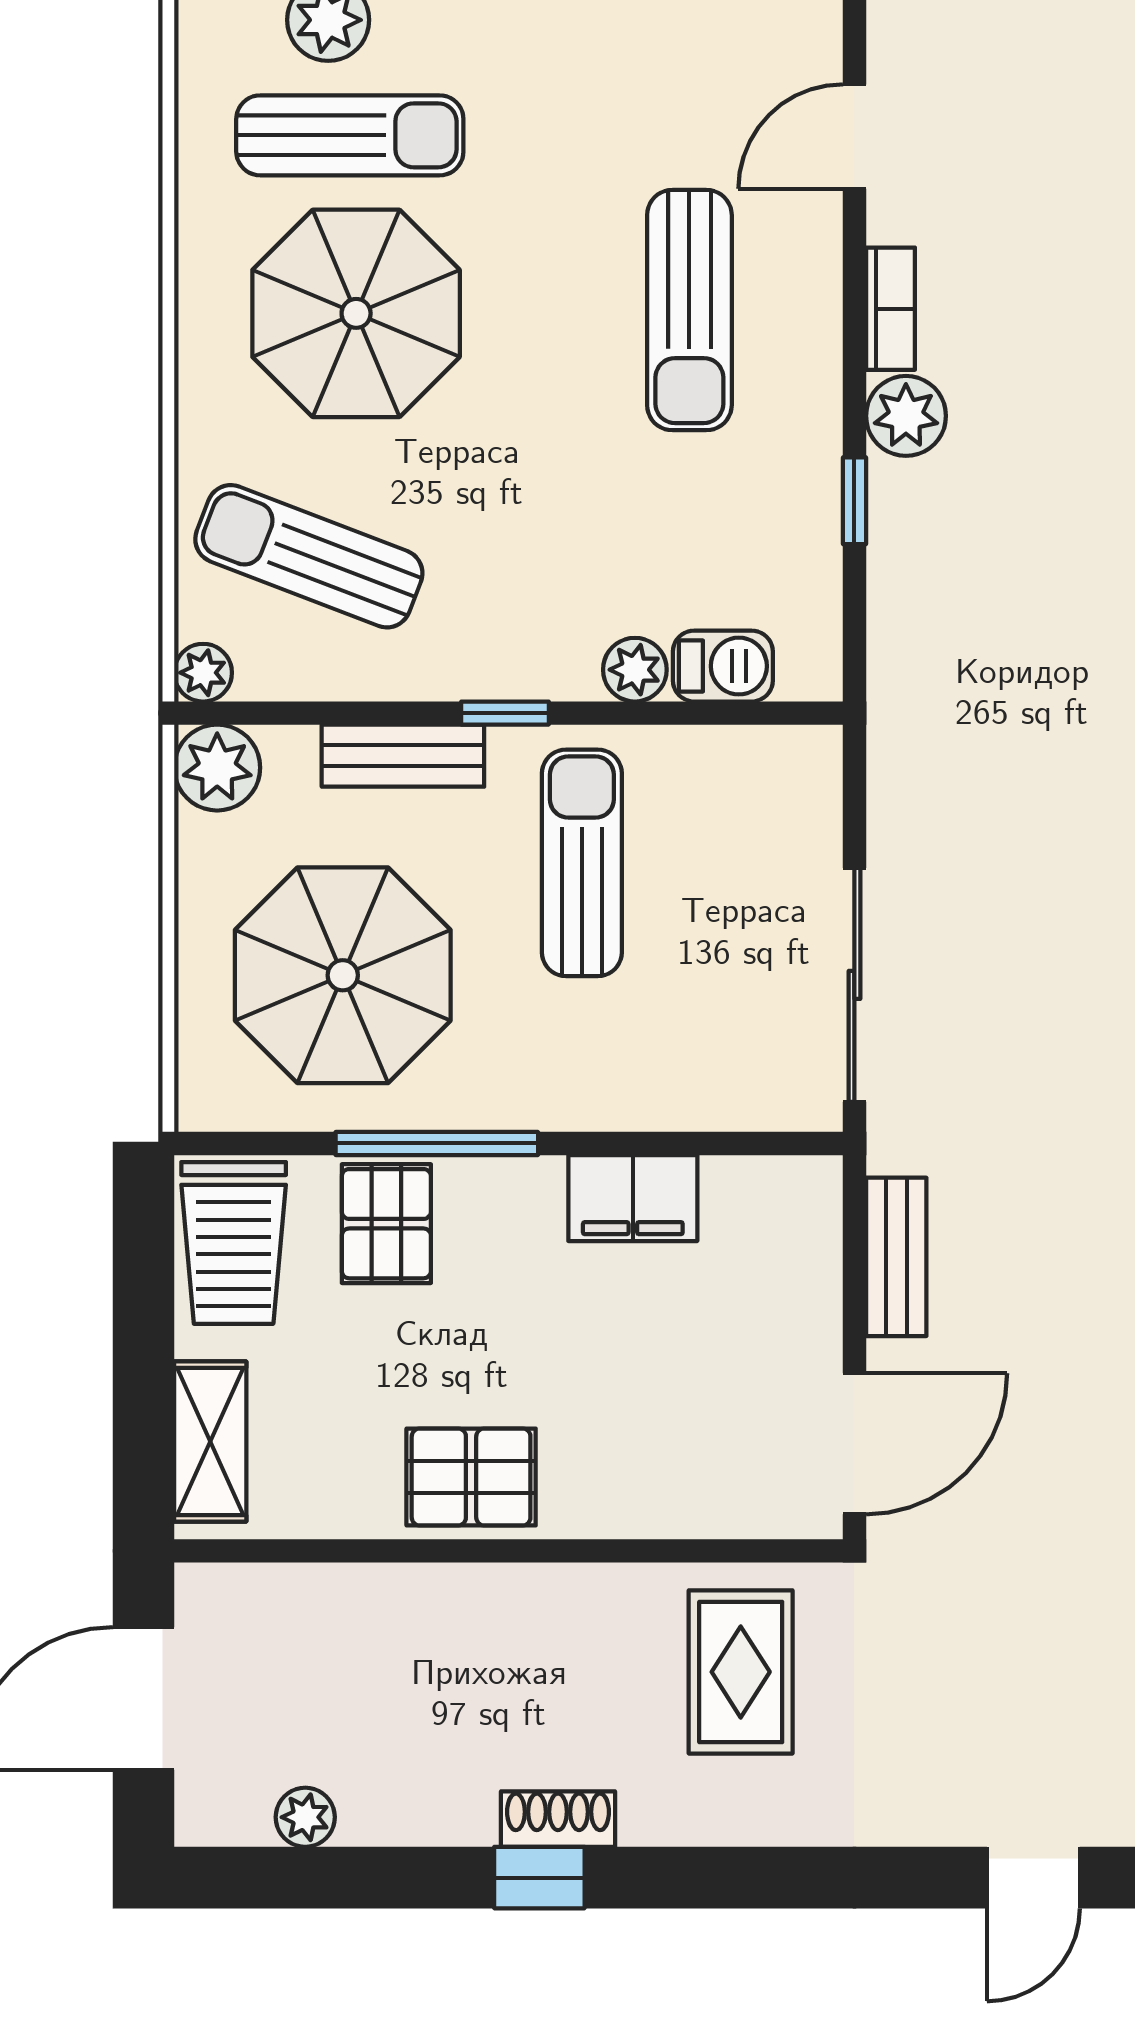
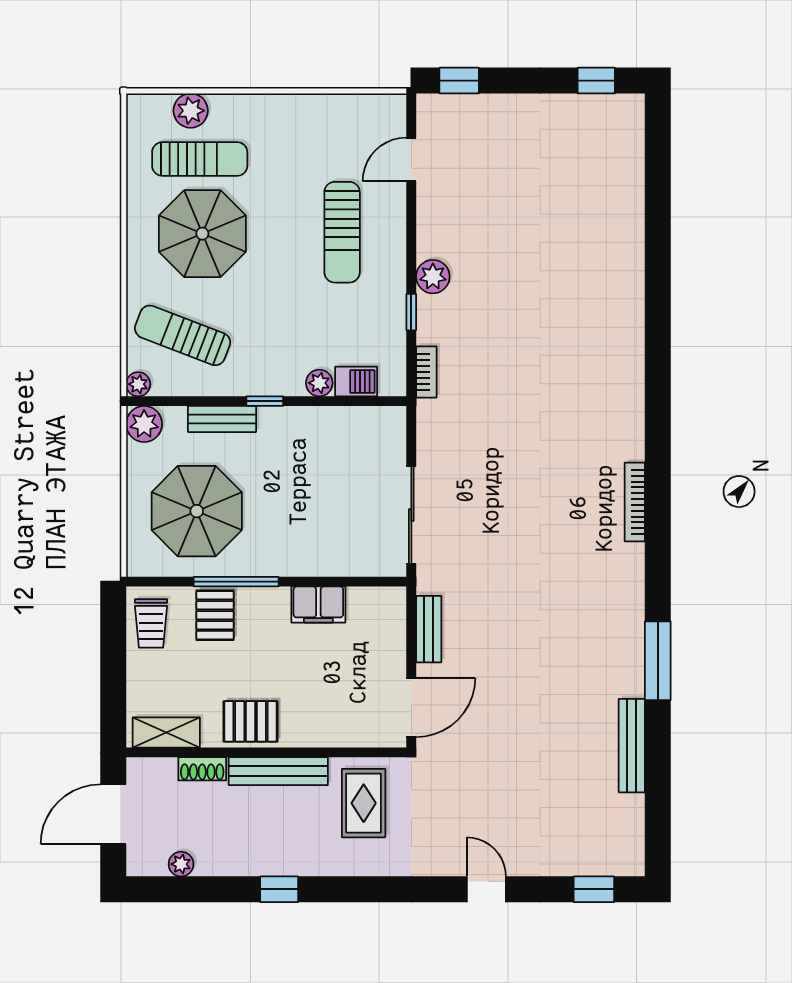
bookcase: (890, 309) -> (426, 372), moved
sun lounger: (582, 863) -> (297, 464), removed
trolley: (234, 1243) -> (151, 623), width x0.73, depth x0.72
shelving: (210, 1442) -> (166, 732), moved, turned 90
bench: (537, 1596) -> (278, 771), added
shoe rack: (558, 1819) -> (202, 769), moved, turned 180
door: (1033, 1878) -> (486, 889), swing flipped

